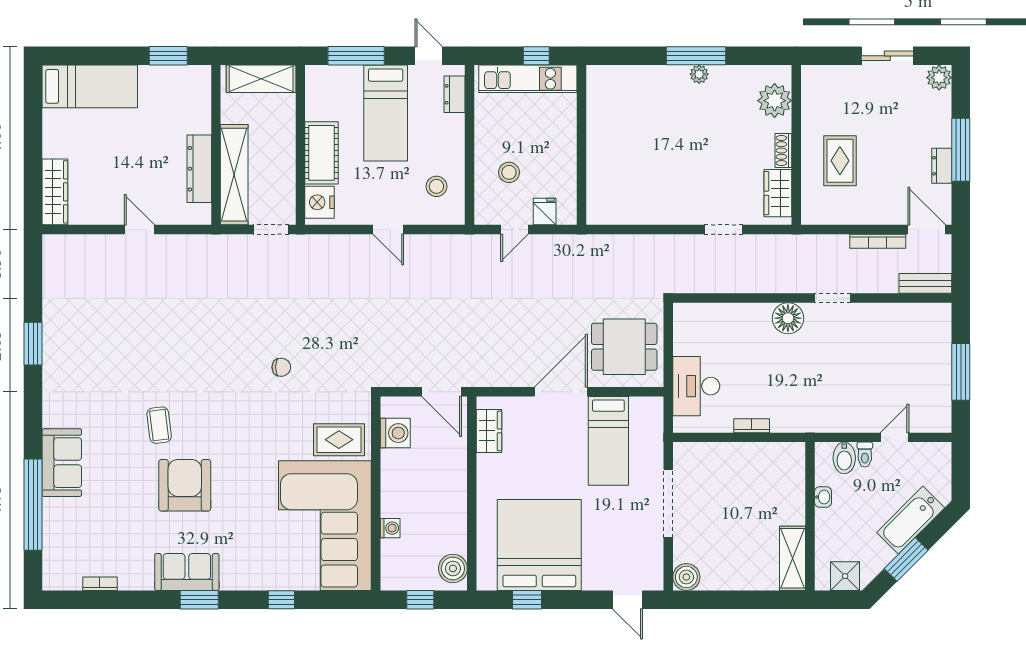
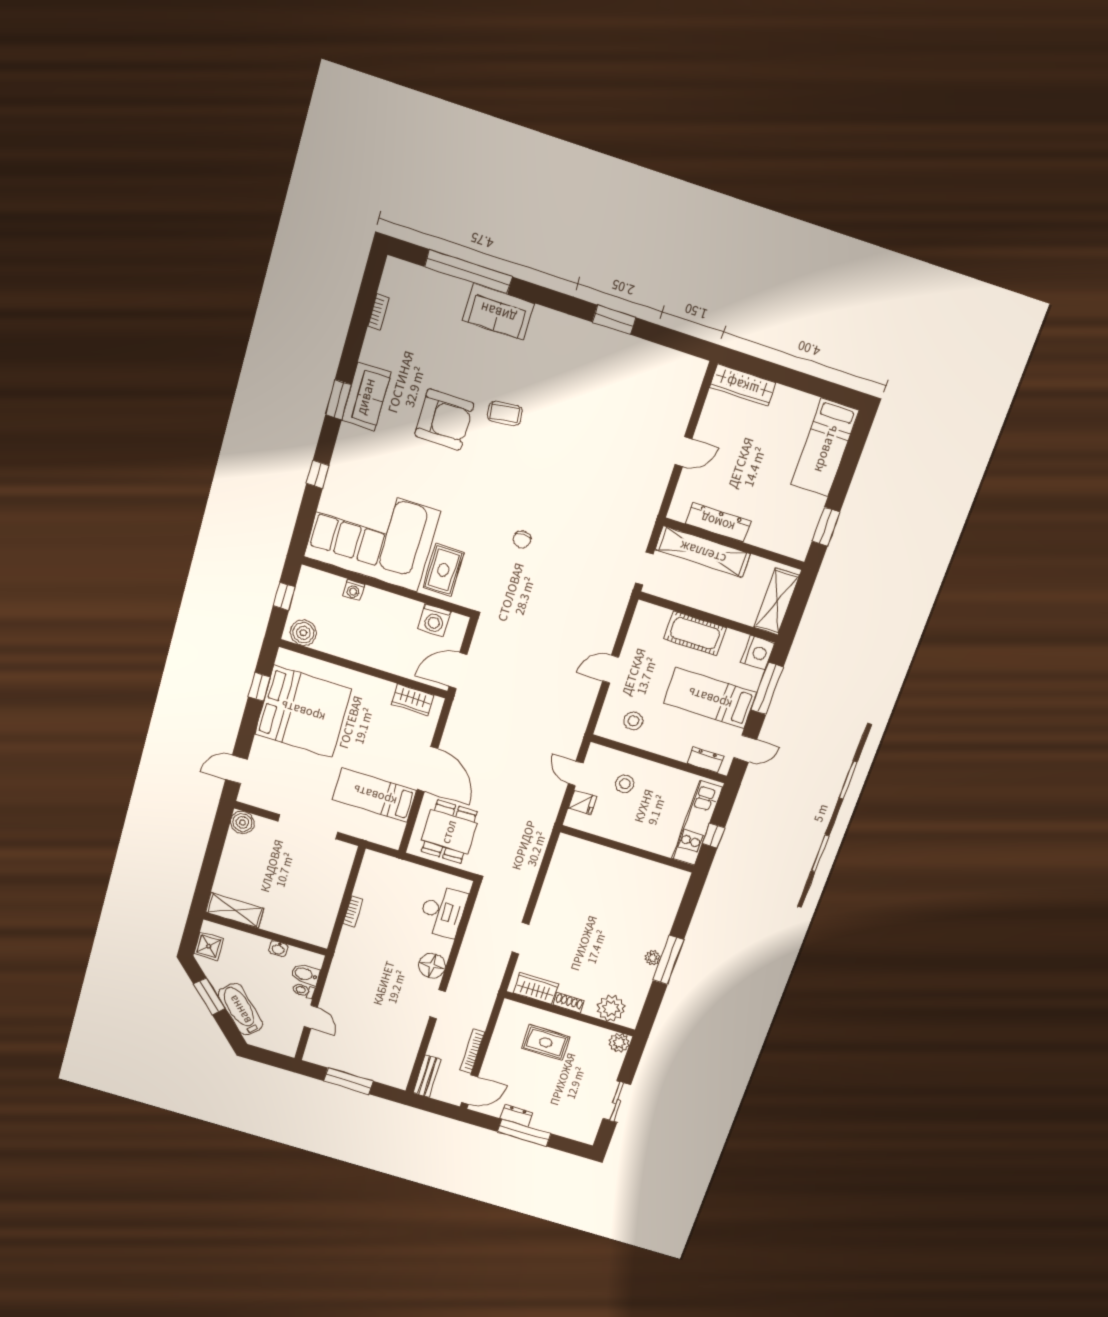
plant: (939, 78) -> (619, 1043), moved
nightstand: (320, 202) -> (758, 653), moved, turned 90
desk: (696, 386) -> (443, 911), moved, turned 90

